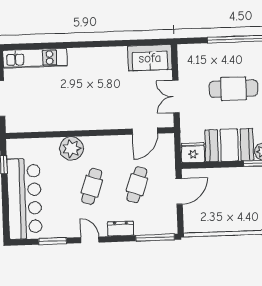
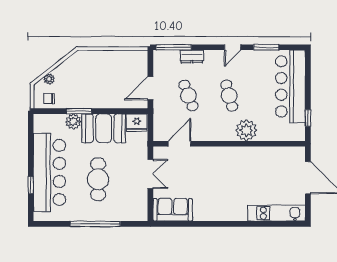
cafe table: (233, 89) -> (98, 179), turned 90
cafe table: (137, 185) -> (188, 96), turned -39
cafe table: (92, 186) -> (229, 96), turned -33
dresser: (121, 229) -> (192, 56), moved
door: (90, 240) -> (233, 47), hinge flipped

